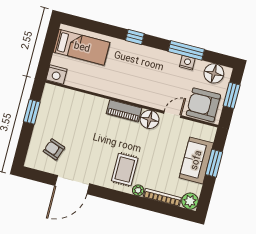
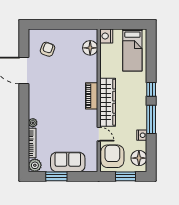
window: (186, 50) -> (151, 119), moved
wardrobe: (137, 94) -> (108, 102), added
window: (32, 112) -> (72, 24), removed
floor lamp: (150, 119) -> (90, 48), moved
window: (214, 163) -> (56, 176), moved
rug: (125, 170) -> (46, 108), removed

